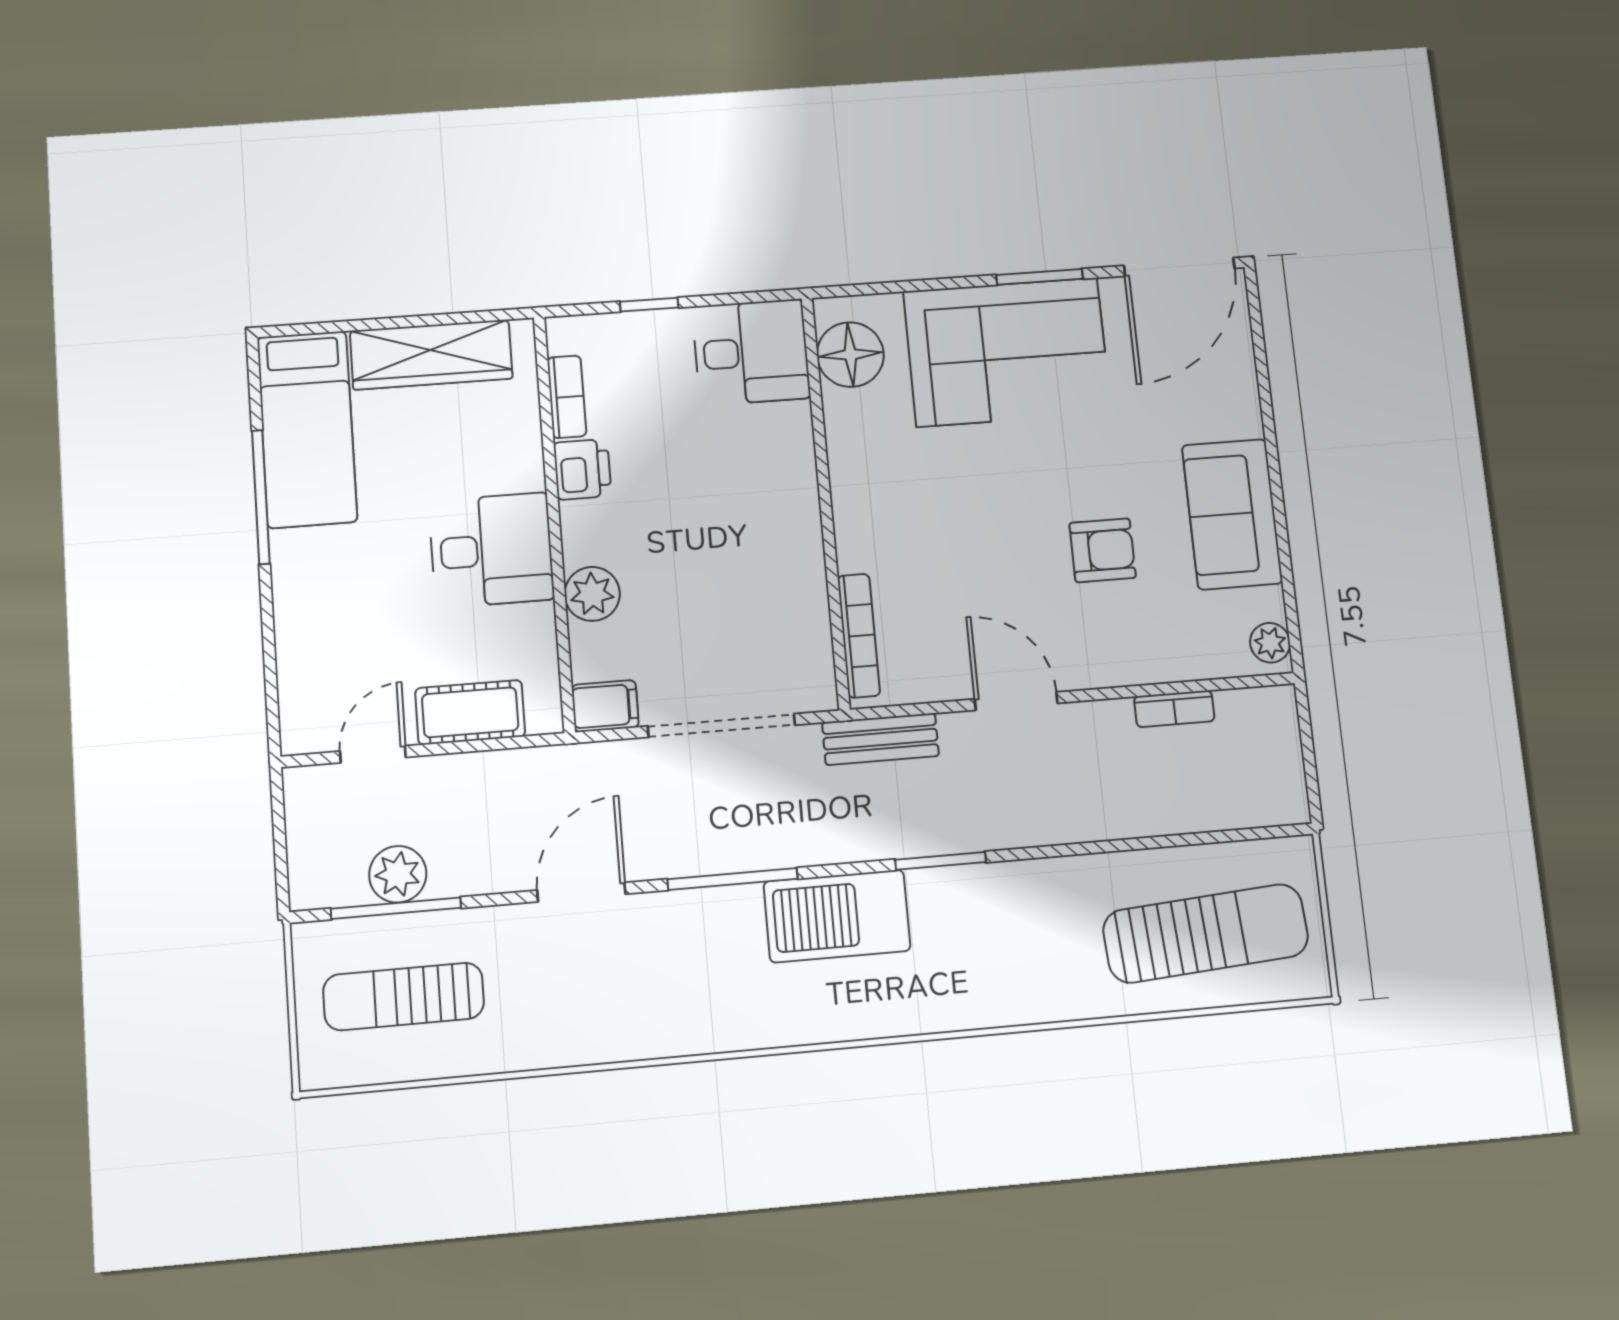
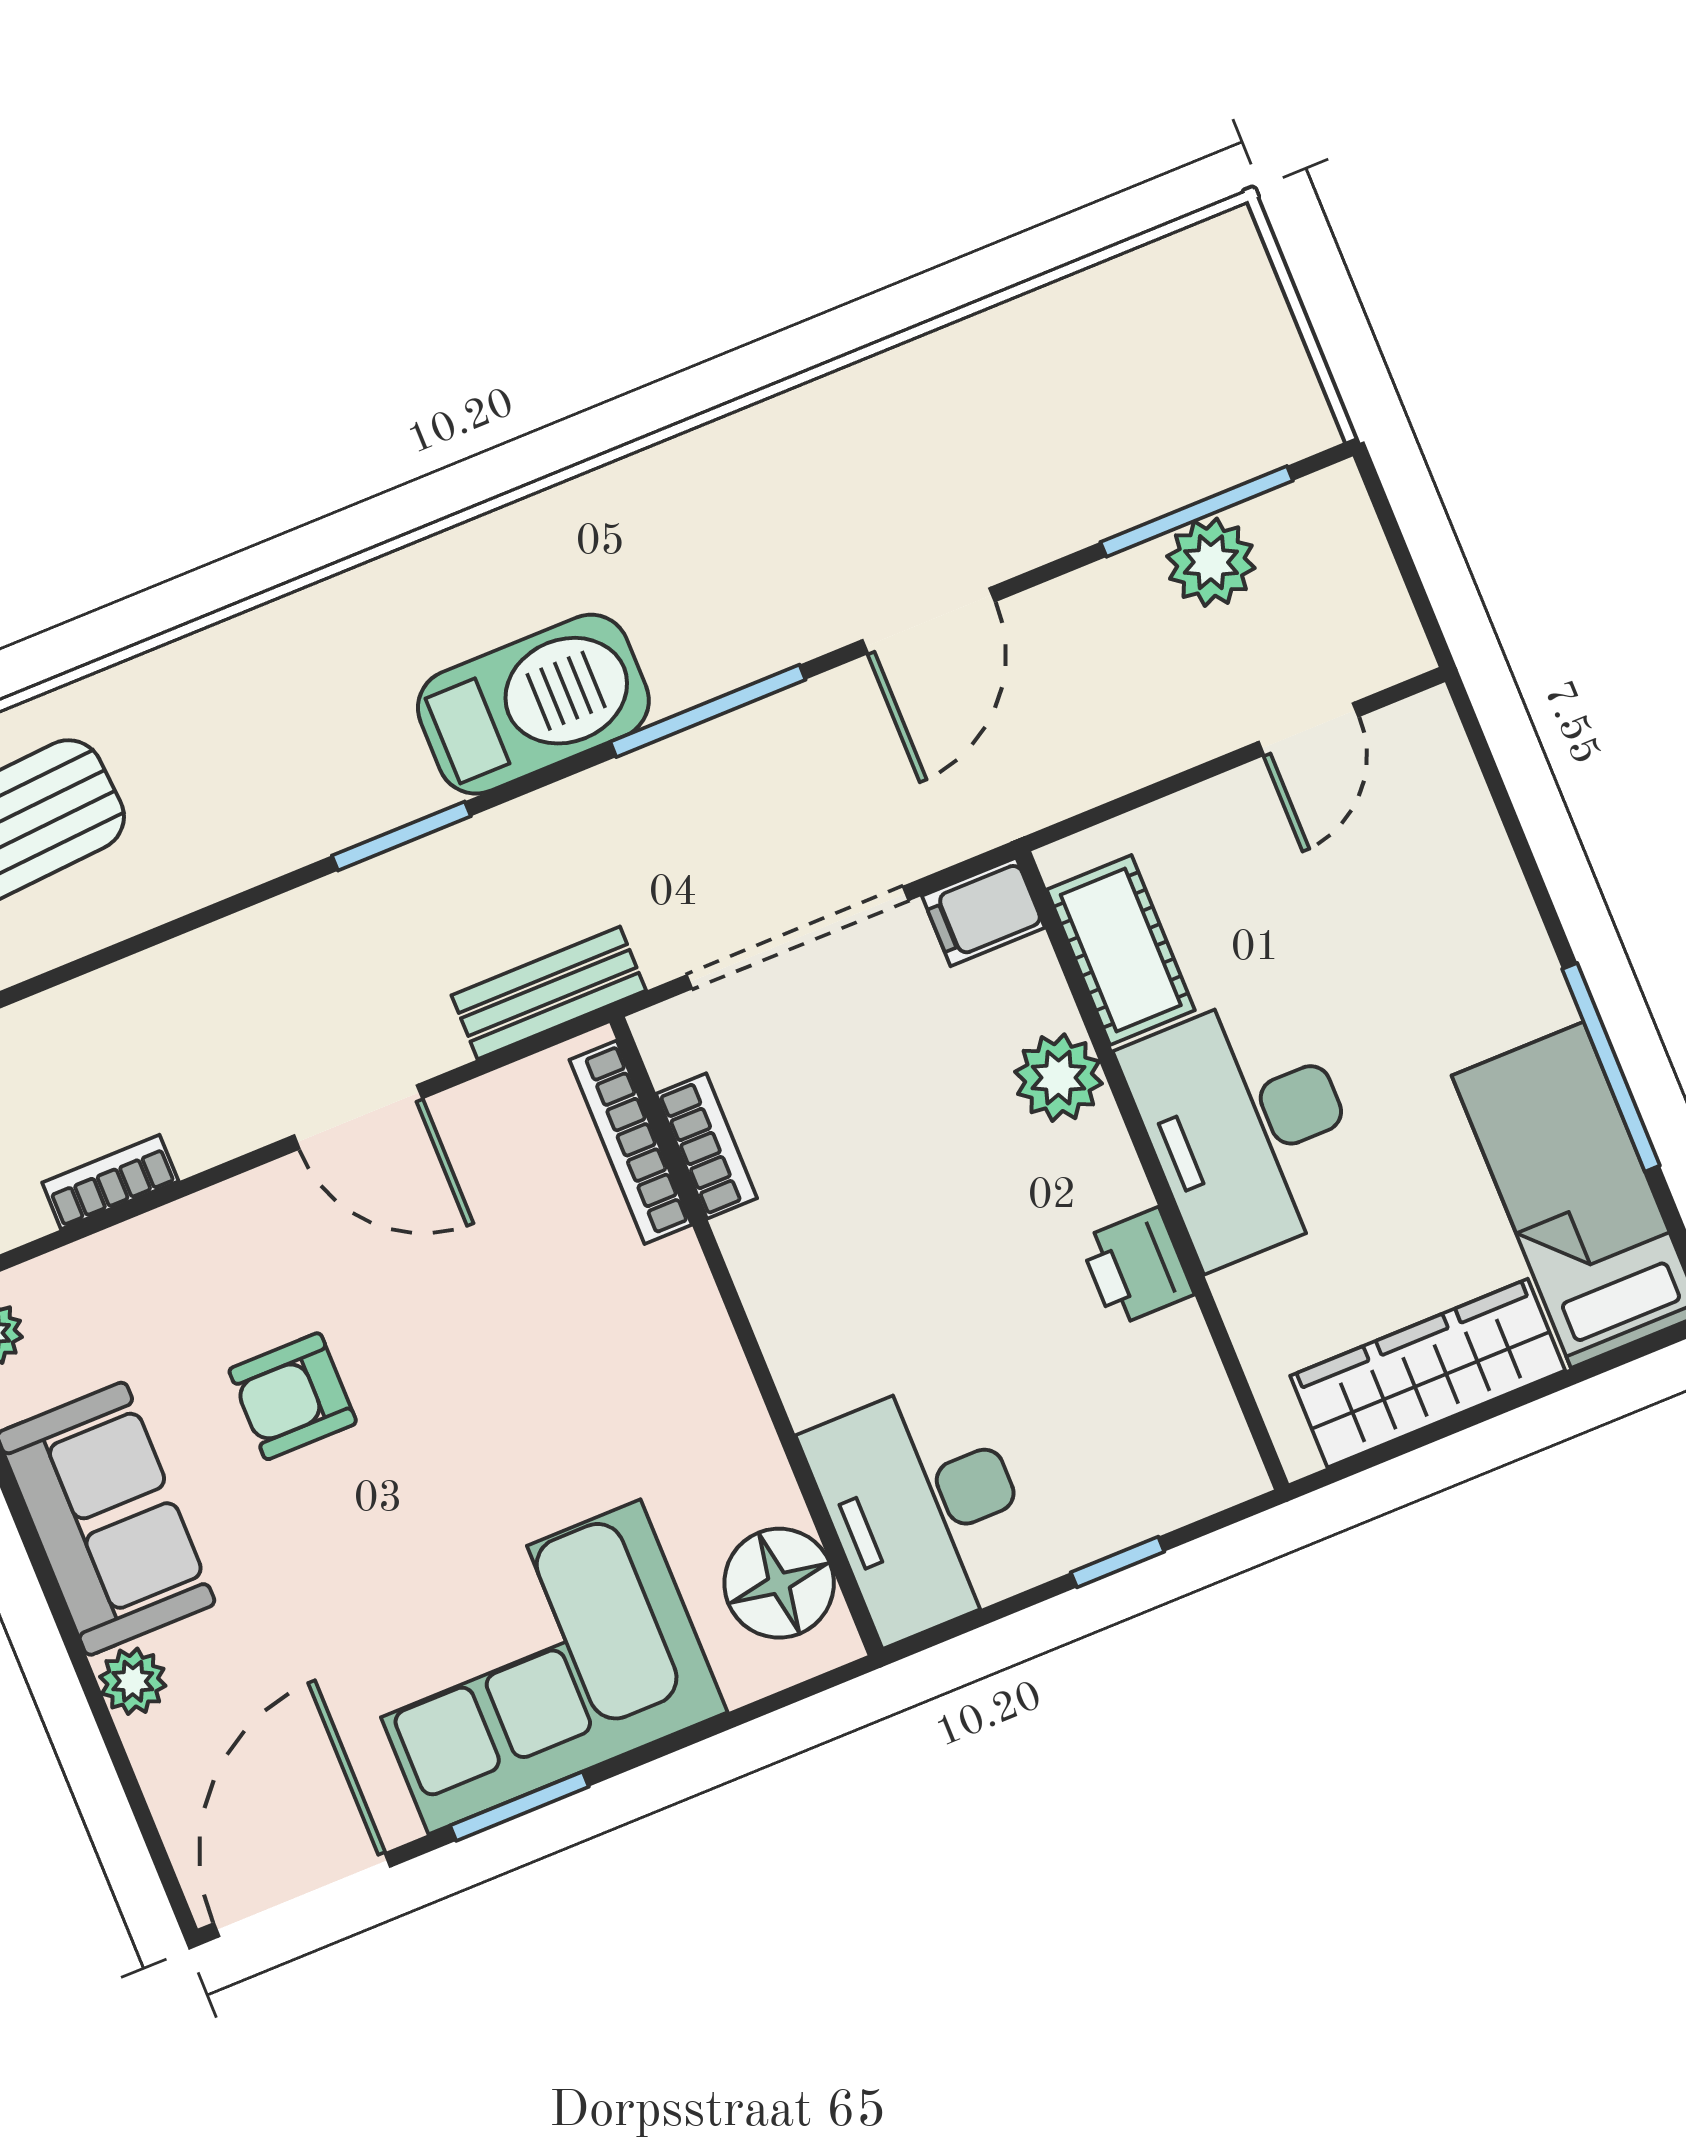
desk: (751, 352) -> (923, 1508), width x1.37
bookcase: (567, 397) -> (707, 1146), moved, turned 180
plant: (1243, 417) -> (133, 1681), added
desk: (491, 550) -> (1246, 1127), width x1.37
cot: (470, 712) -> (1121, 950), moved, turned 90
sun lounger: (404, 997) -> (1142, 386), removed

